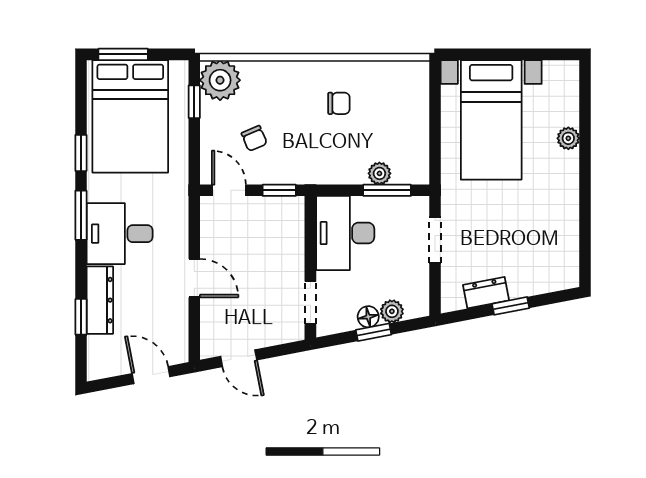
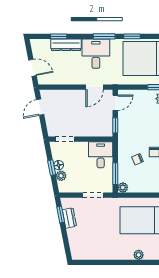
chair: (254, 138) -> (137, 159), moved
plant: (379, 173) -> (123, 187), moved
desk: (345, 233) -> (101, 155), width x0.73
door: (194, 278) -> (95, 87), moved
window: (511, 306) -> (61, 215), moved
door: (151, 375) -> (32, 68), hinge flipped

